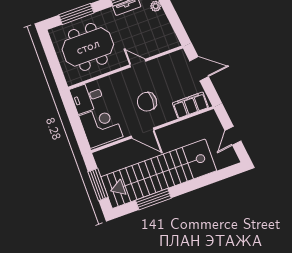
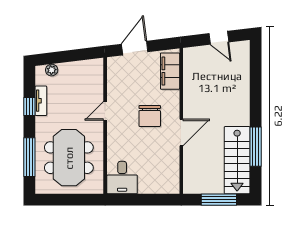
corner desk: (101, 126) -> (158, 174), removed
stairs: (159, 174) -> (237, 160), width x0.54, depth x0.66

